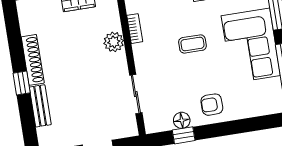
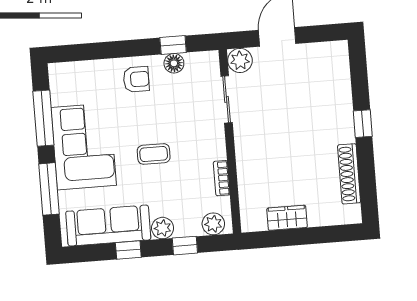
plant: (114, 42) -> (240, 60), moved
shoe rack: (33, 60) -> (349, 174), moved
bench: (40, 106) -> (343, 94), removed

